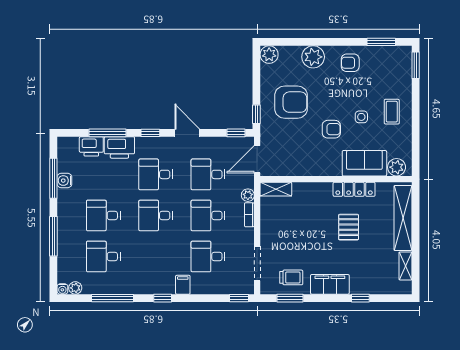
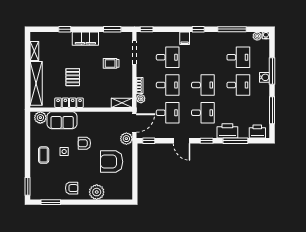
plant: (269, 55) -> (126, 139), moved
window: (256, 114) -> (135, 153), removed
printer: (91, 146) -> (257, 132), moved
water cooler: (64, 181) -> (265, 77), moved
trolley: (291, 277) -> (111, 63), moved

